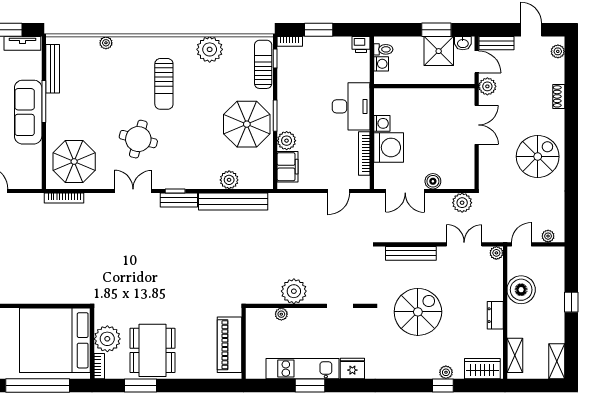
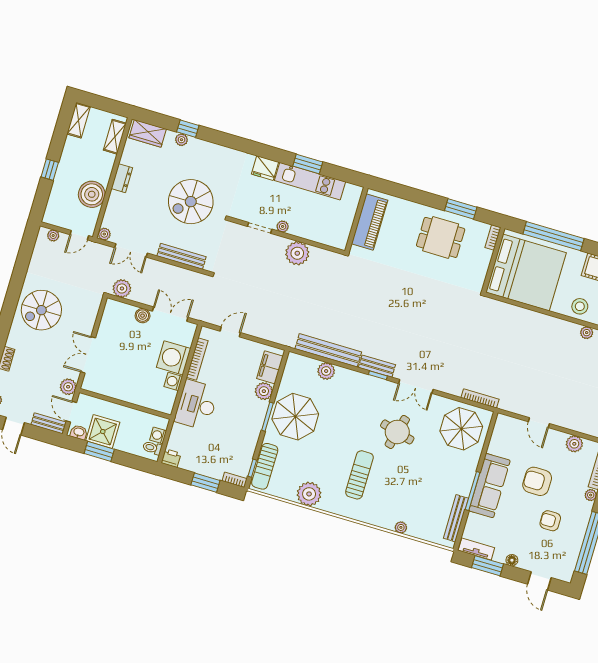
plant: (281, 314) -> (283, 226), moved
plant: (107, 339) -> (478, 260), removed
dining table: (152, 350) -> (441, 237), width x0.73

